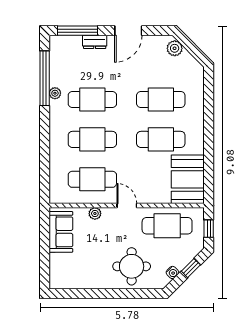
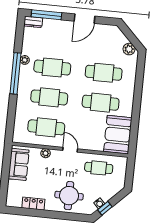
dresser: (95, 42) -> (33, 22), moved
plant: (175, 48) -> (129, 49), moved
window: (45, 78) -> (15, 73), moved
cafe table: (167, 226) -> (99, 168), width x0.73, depth x0.74
window: (209, 229) -> (130, 173), removed
window: (191, 268) -> (105, 208), moved
locker: (86, 282) -> (33, 204), added

